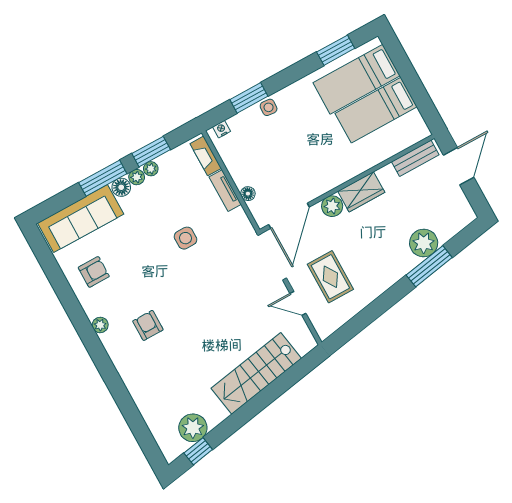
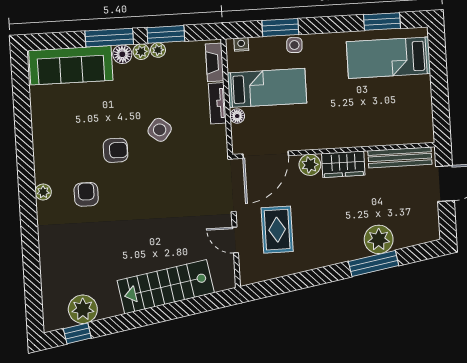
bed: (376, 110) -> (267, 88), moved, turned 180
bench: (415, 158) -> (400, 158), width x1.36
side table: (185, 238) -> (160, 130), turned 38
armchair: (94, 272) -> (116, 150), moved
plant: (100, 325) -> (43, 192), moved

